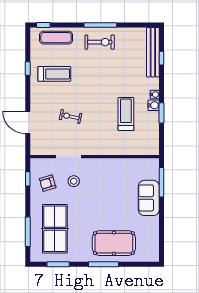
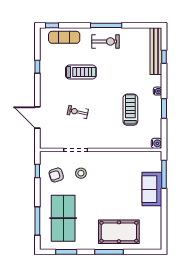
treadmill: (54, 74) -> (81, 72), moved
water cooler: (154, 105) -> (157, 143), moved

